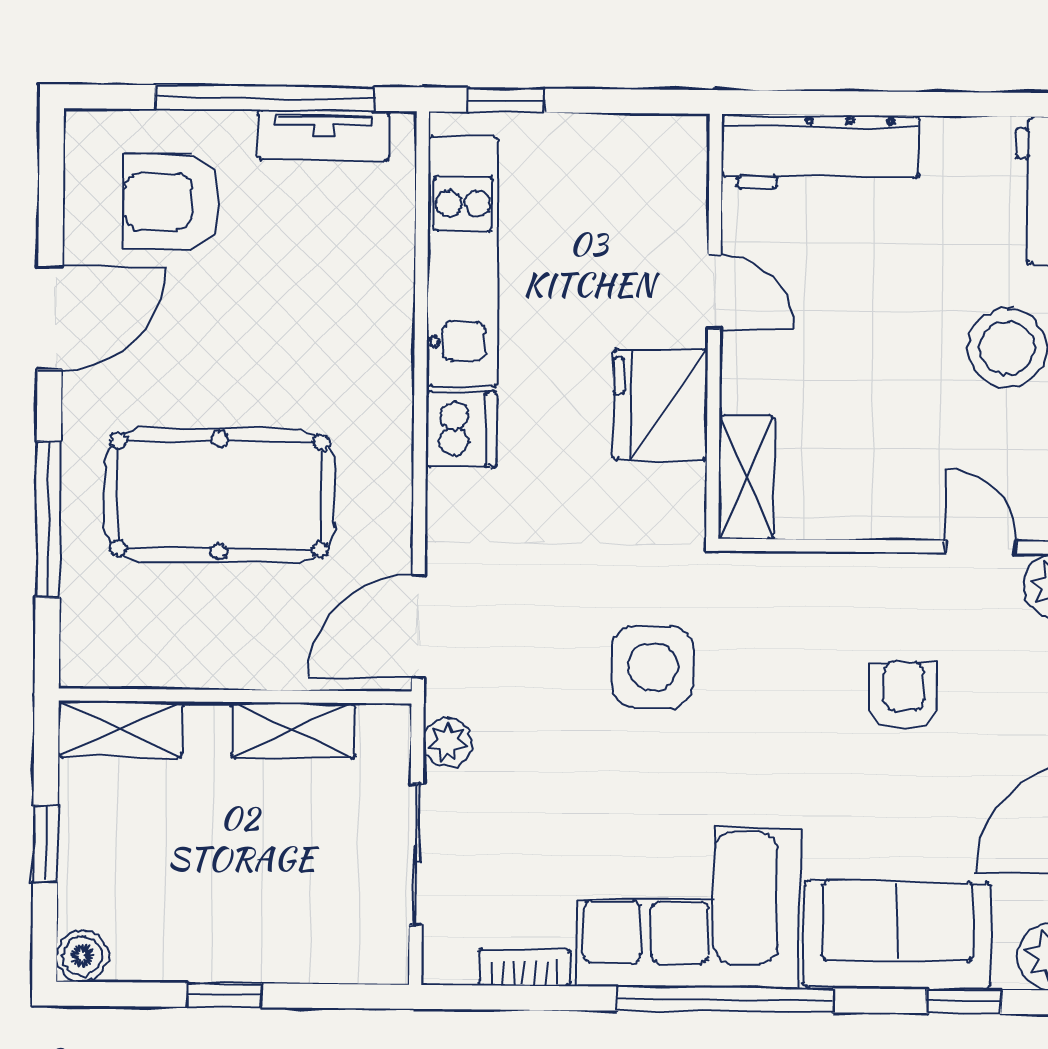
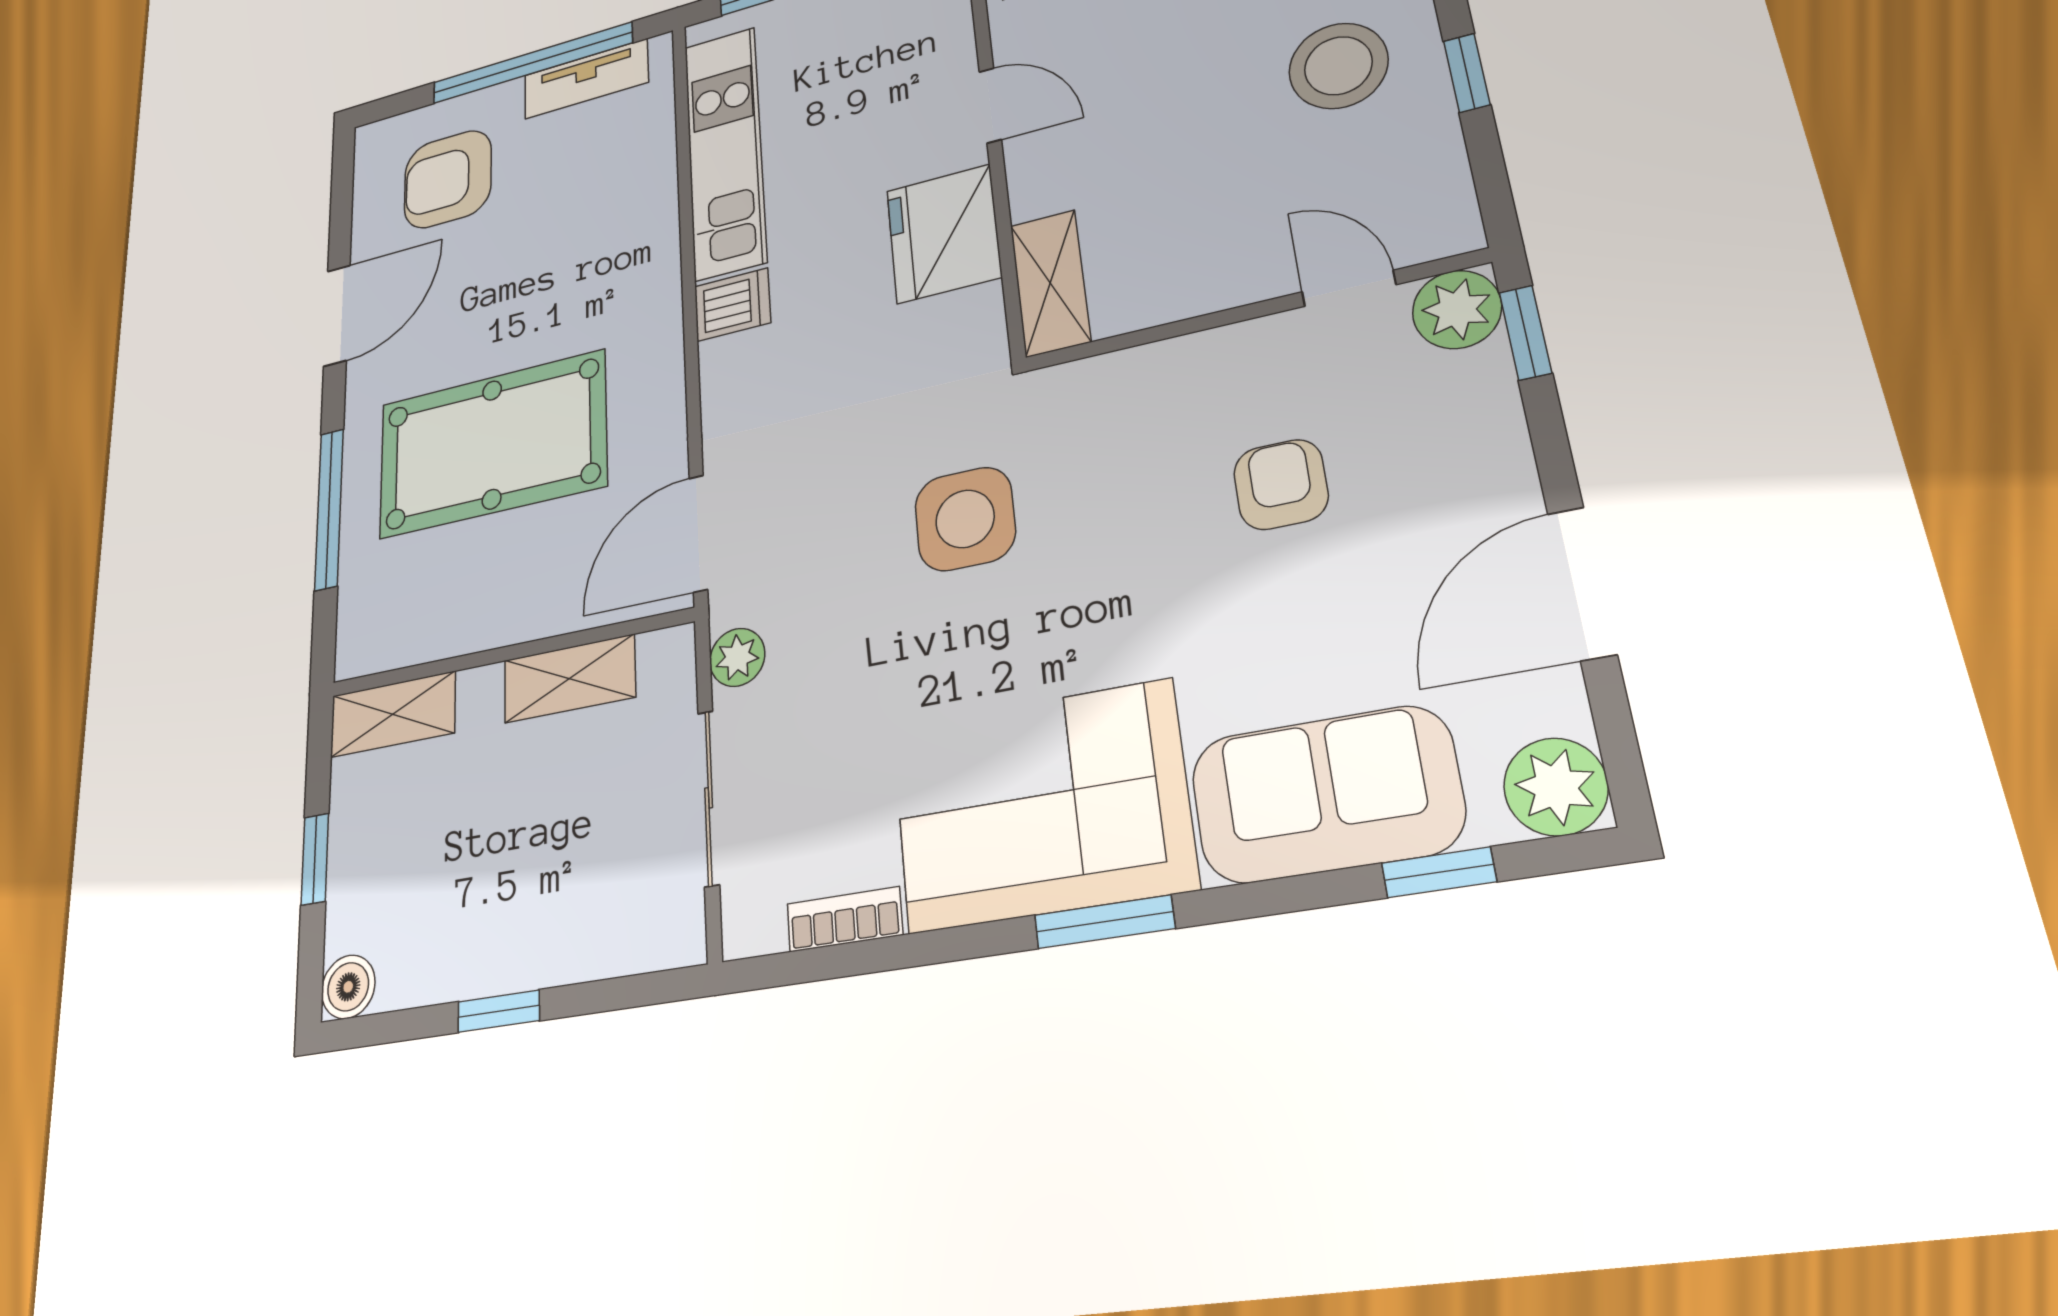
dishwasher: (461, 429) -> (732, 305), width x0.73
window: (725, 1000) -> (1104, 922), width x0.47

